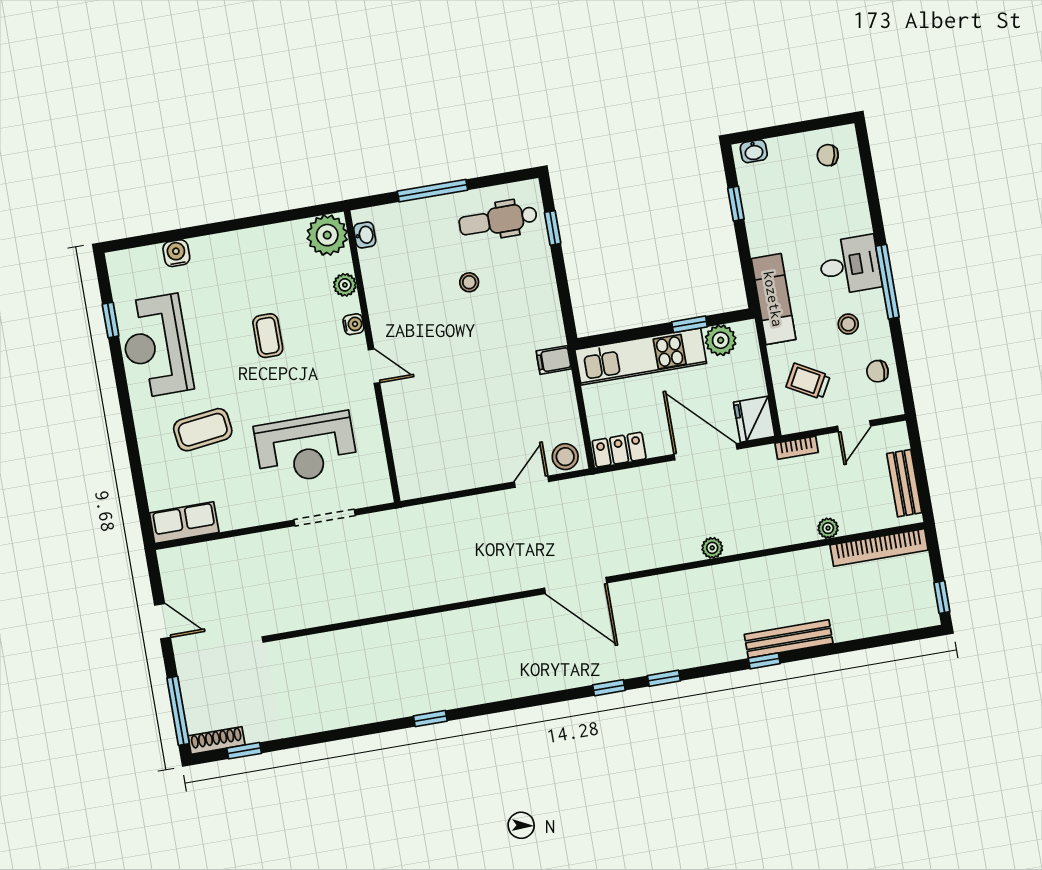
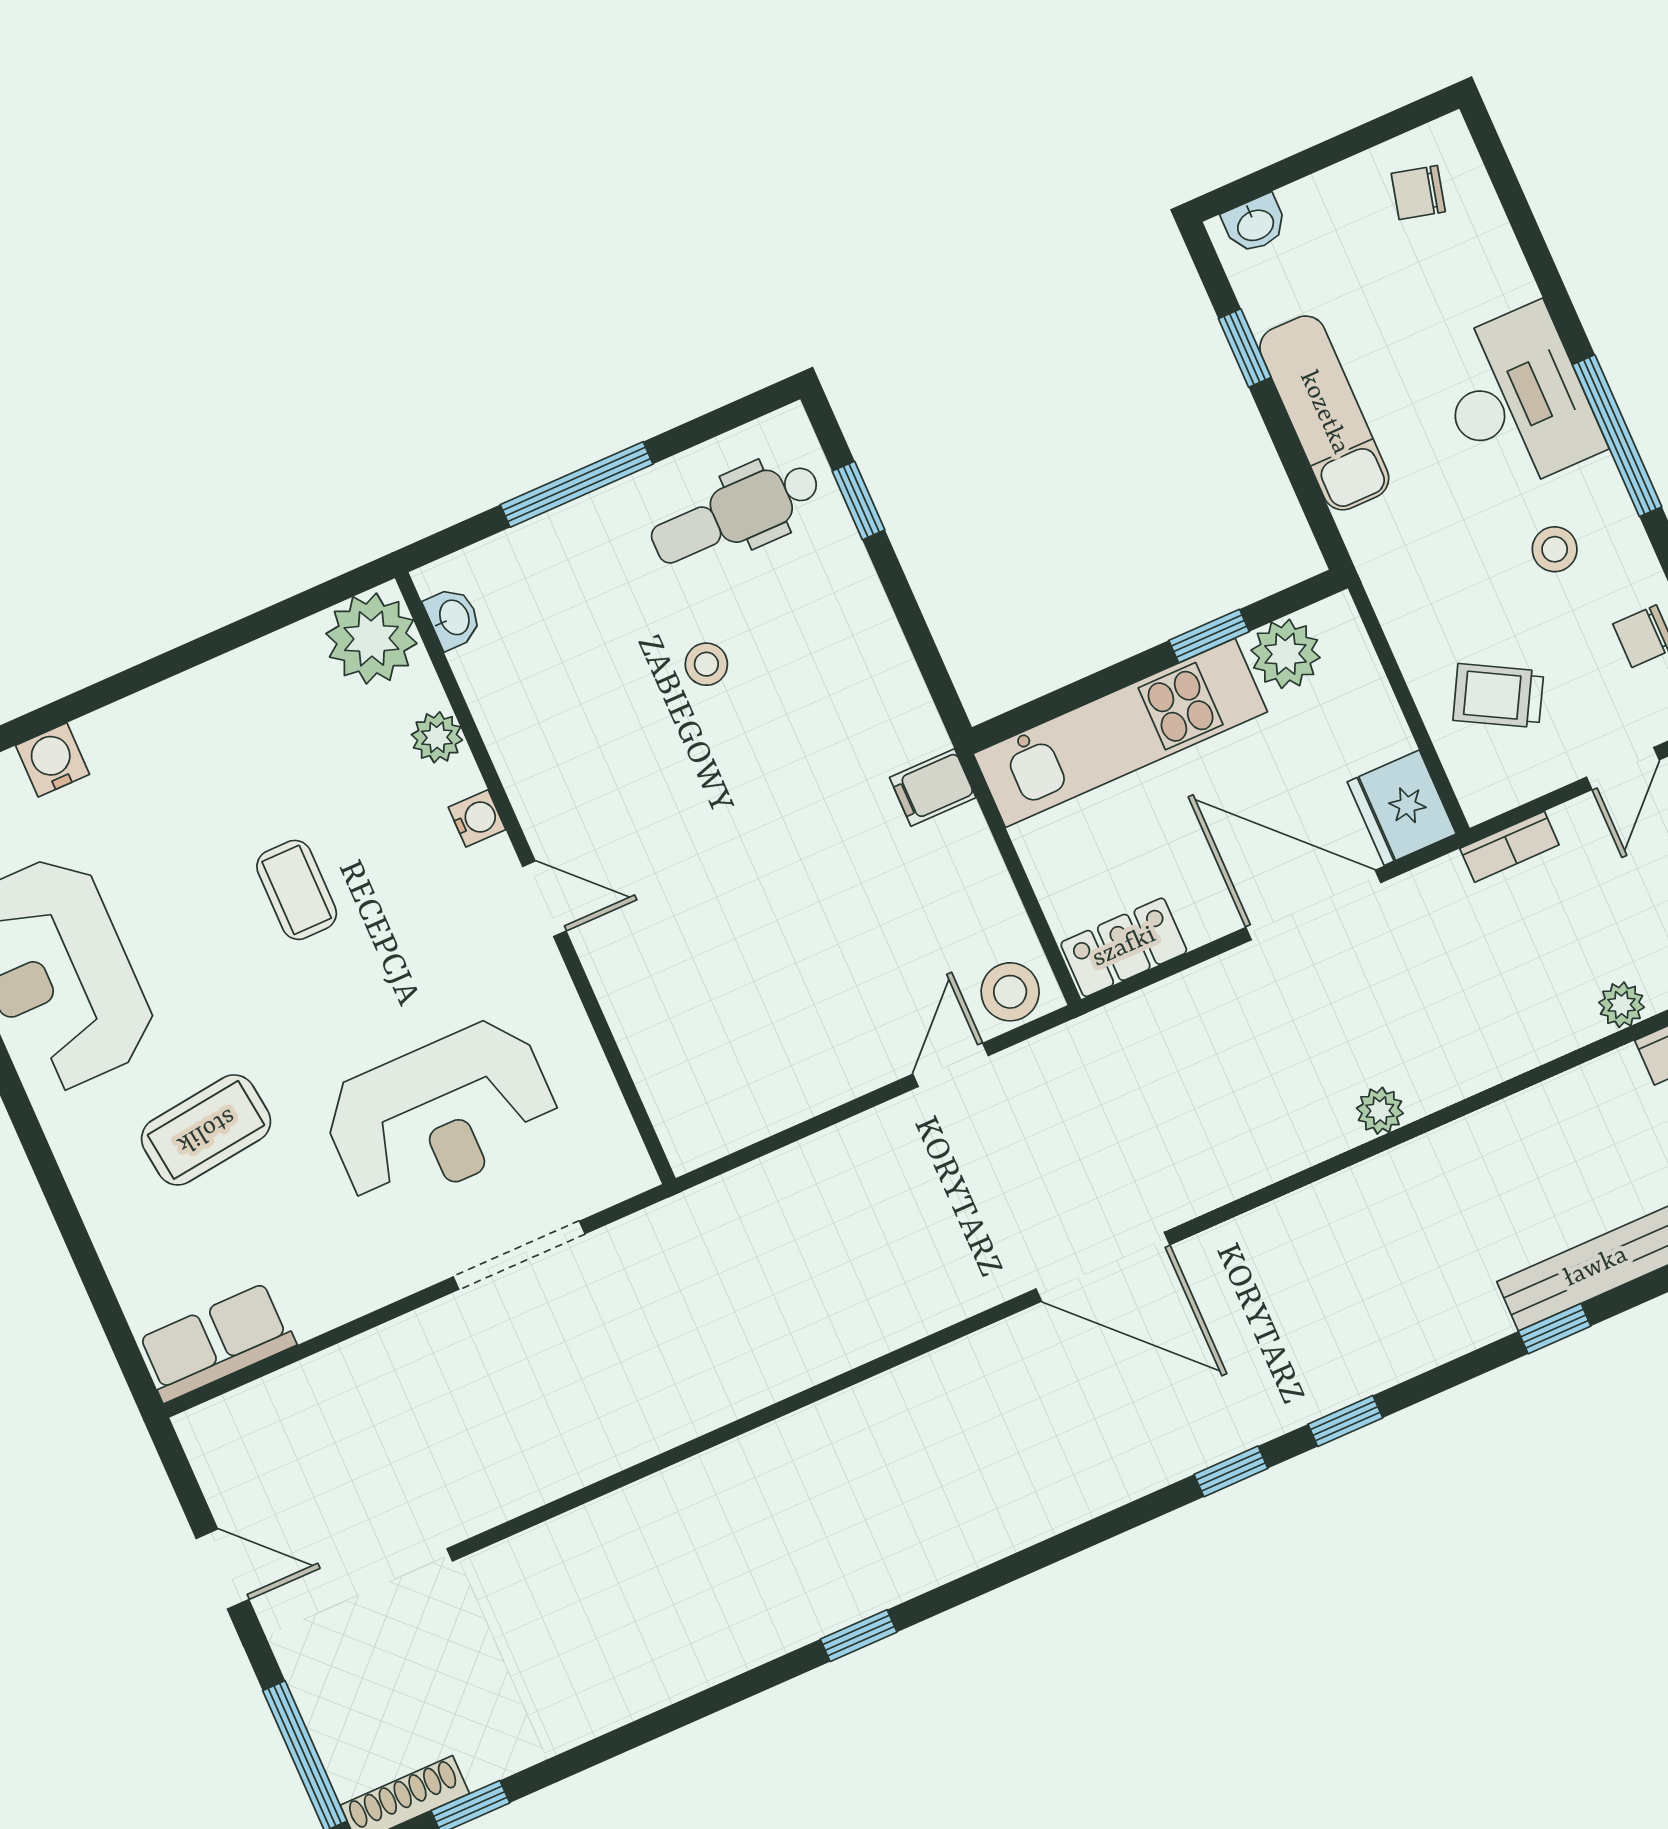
desk: (850, 265) -> (1517, 400), width x1.37
exam couch: (773, 299) -> (1324, 413), moved

